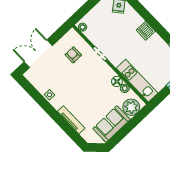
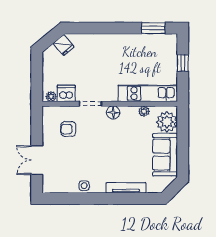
dishwasher: (146, 31) -> (66, 93), moved, turned 180
double door: (38, 54) -> (37, 160), width x0.73
floor lamp: (117, 81) -> (113, 112), moved

